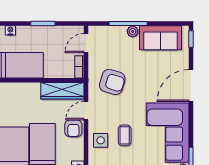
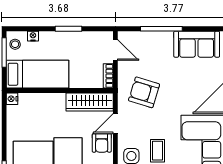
plant: (133, 31) -> (166, 37), removed
door: (86, 43) -> (115, 50), swing flipped
armchair: (112, 82) -> (144, 92), turned 180

